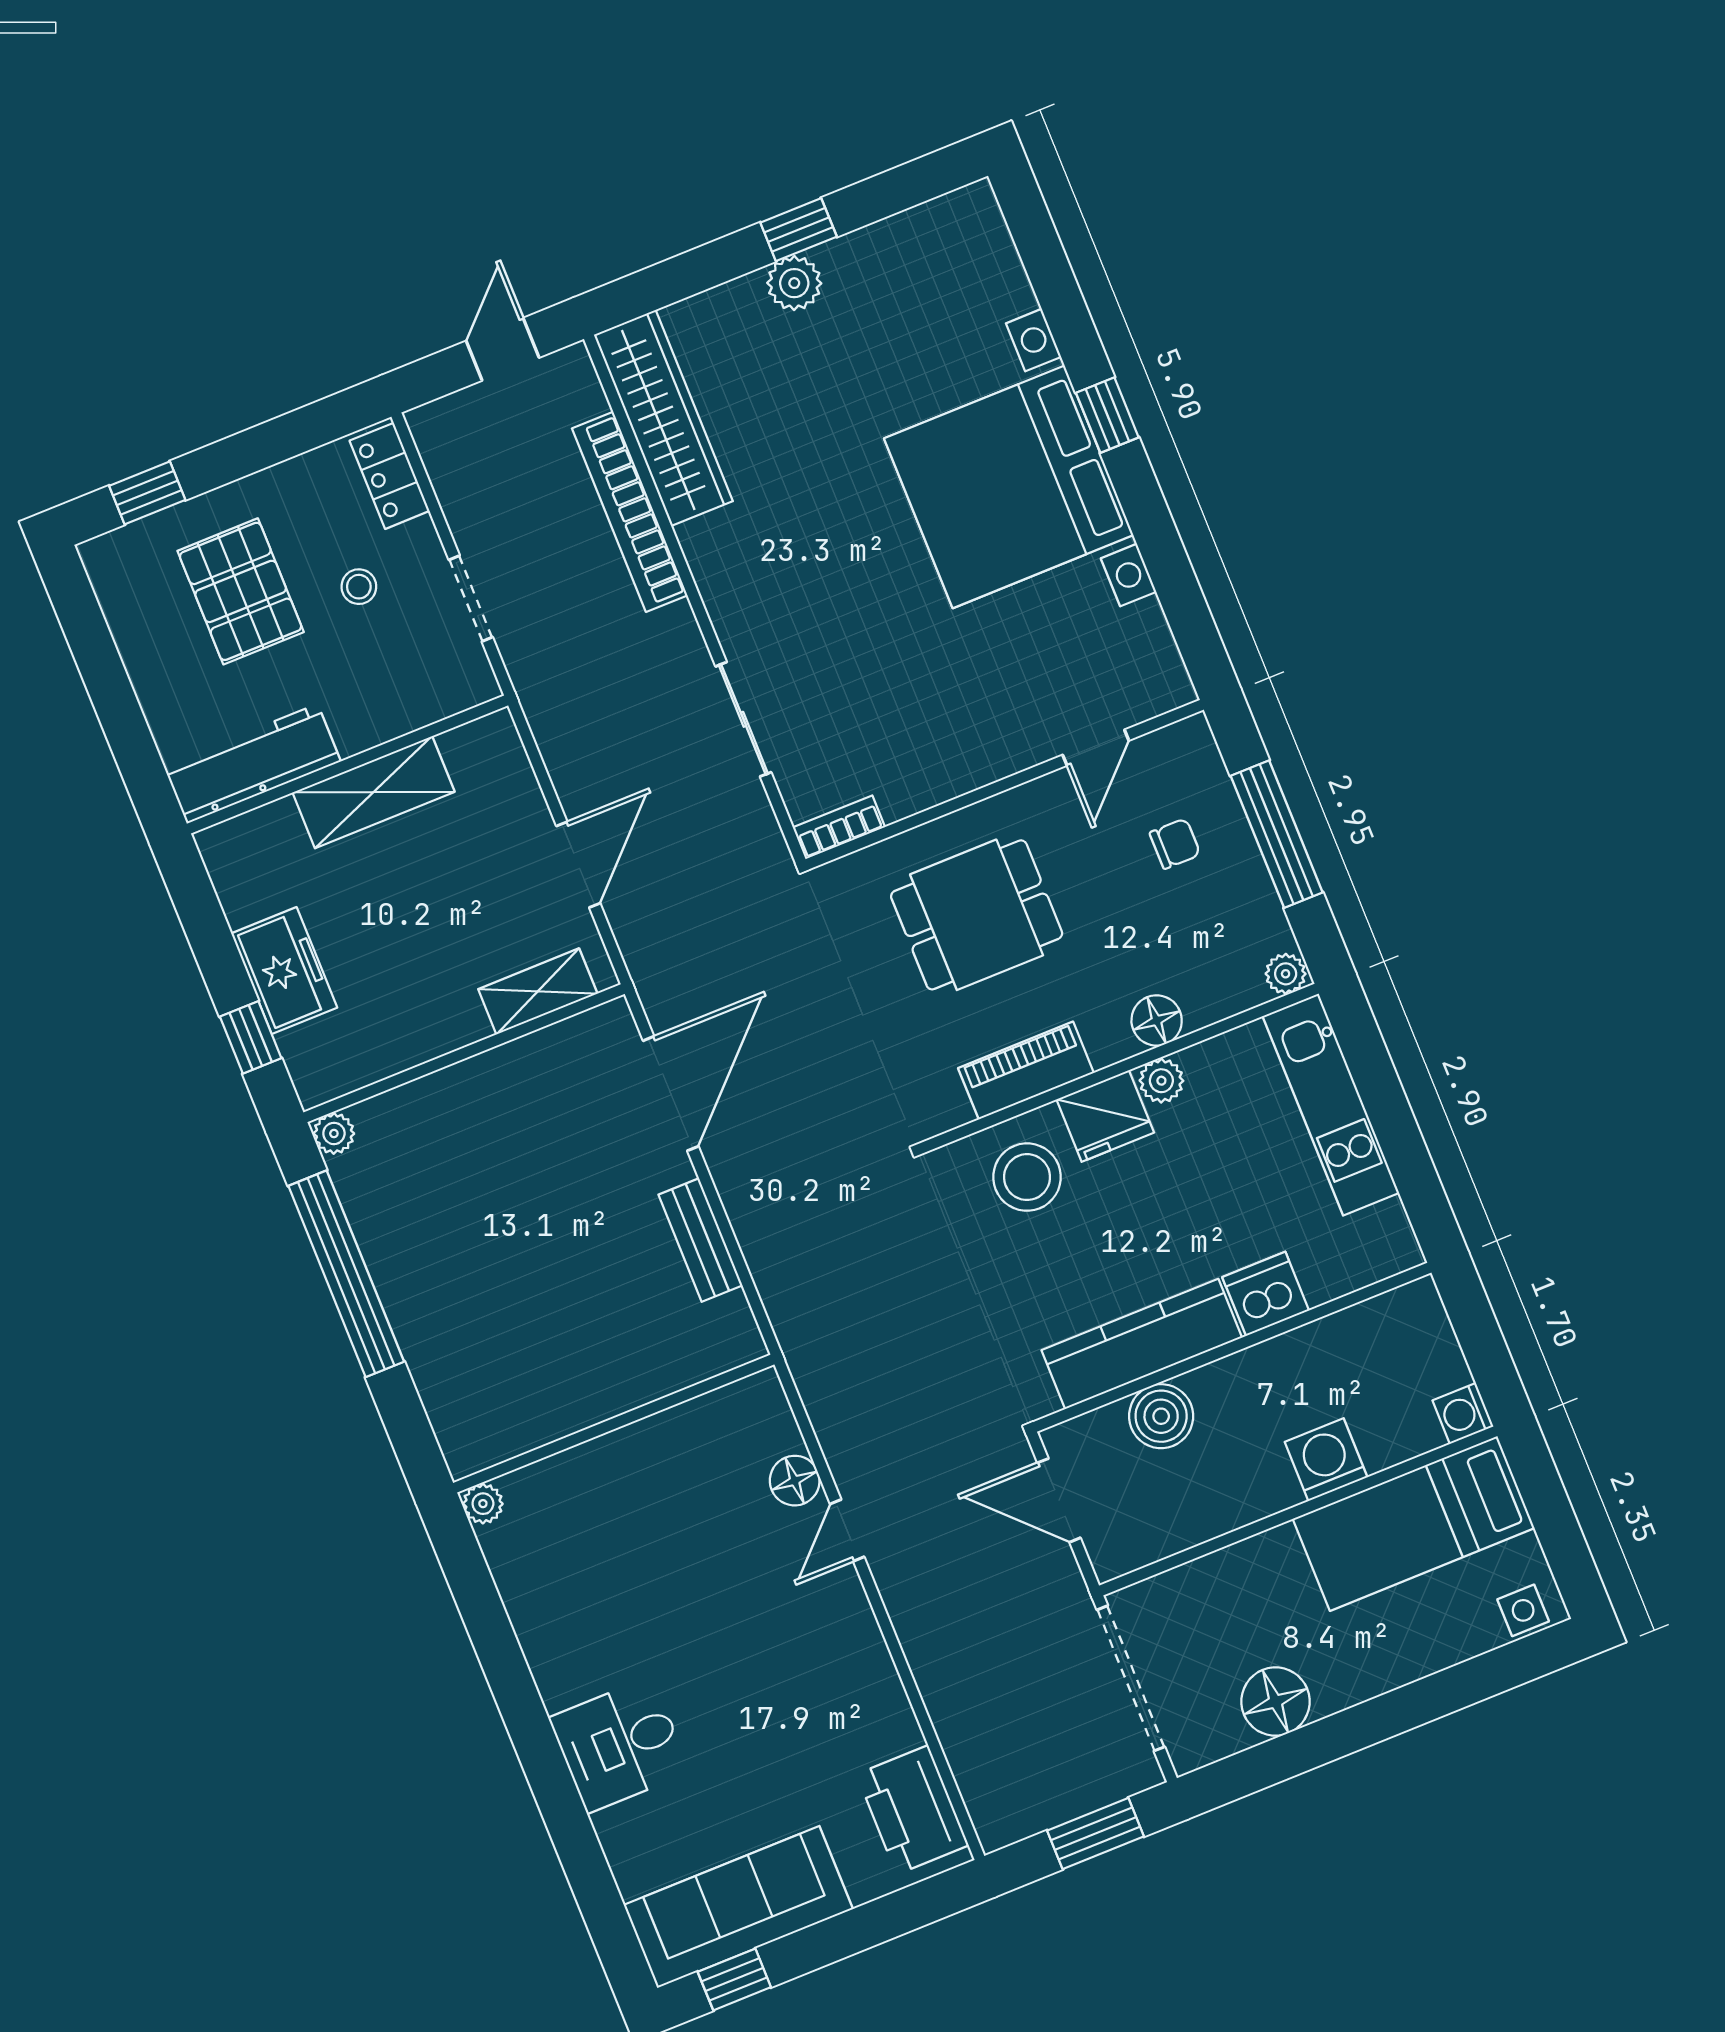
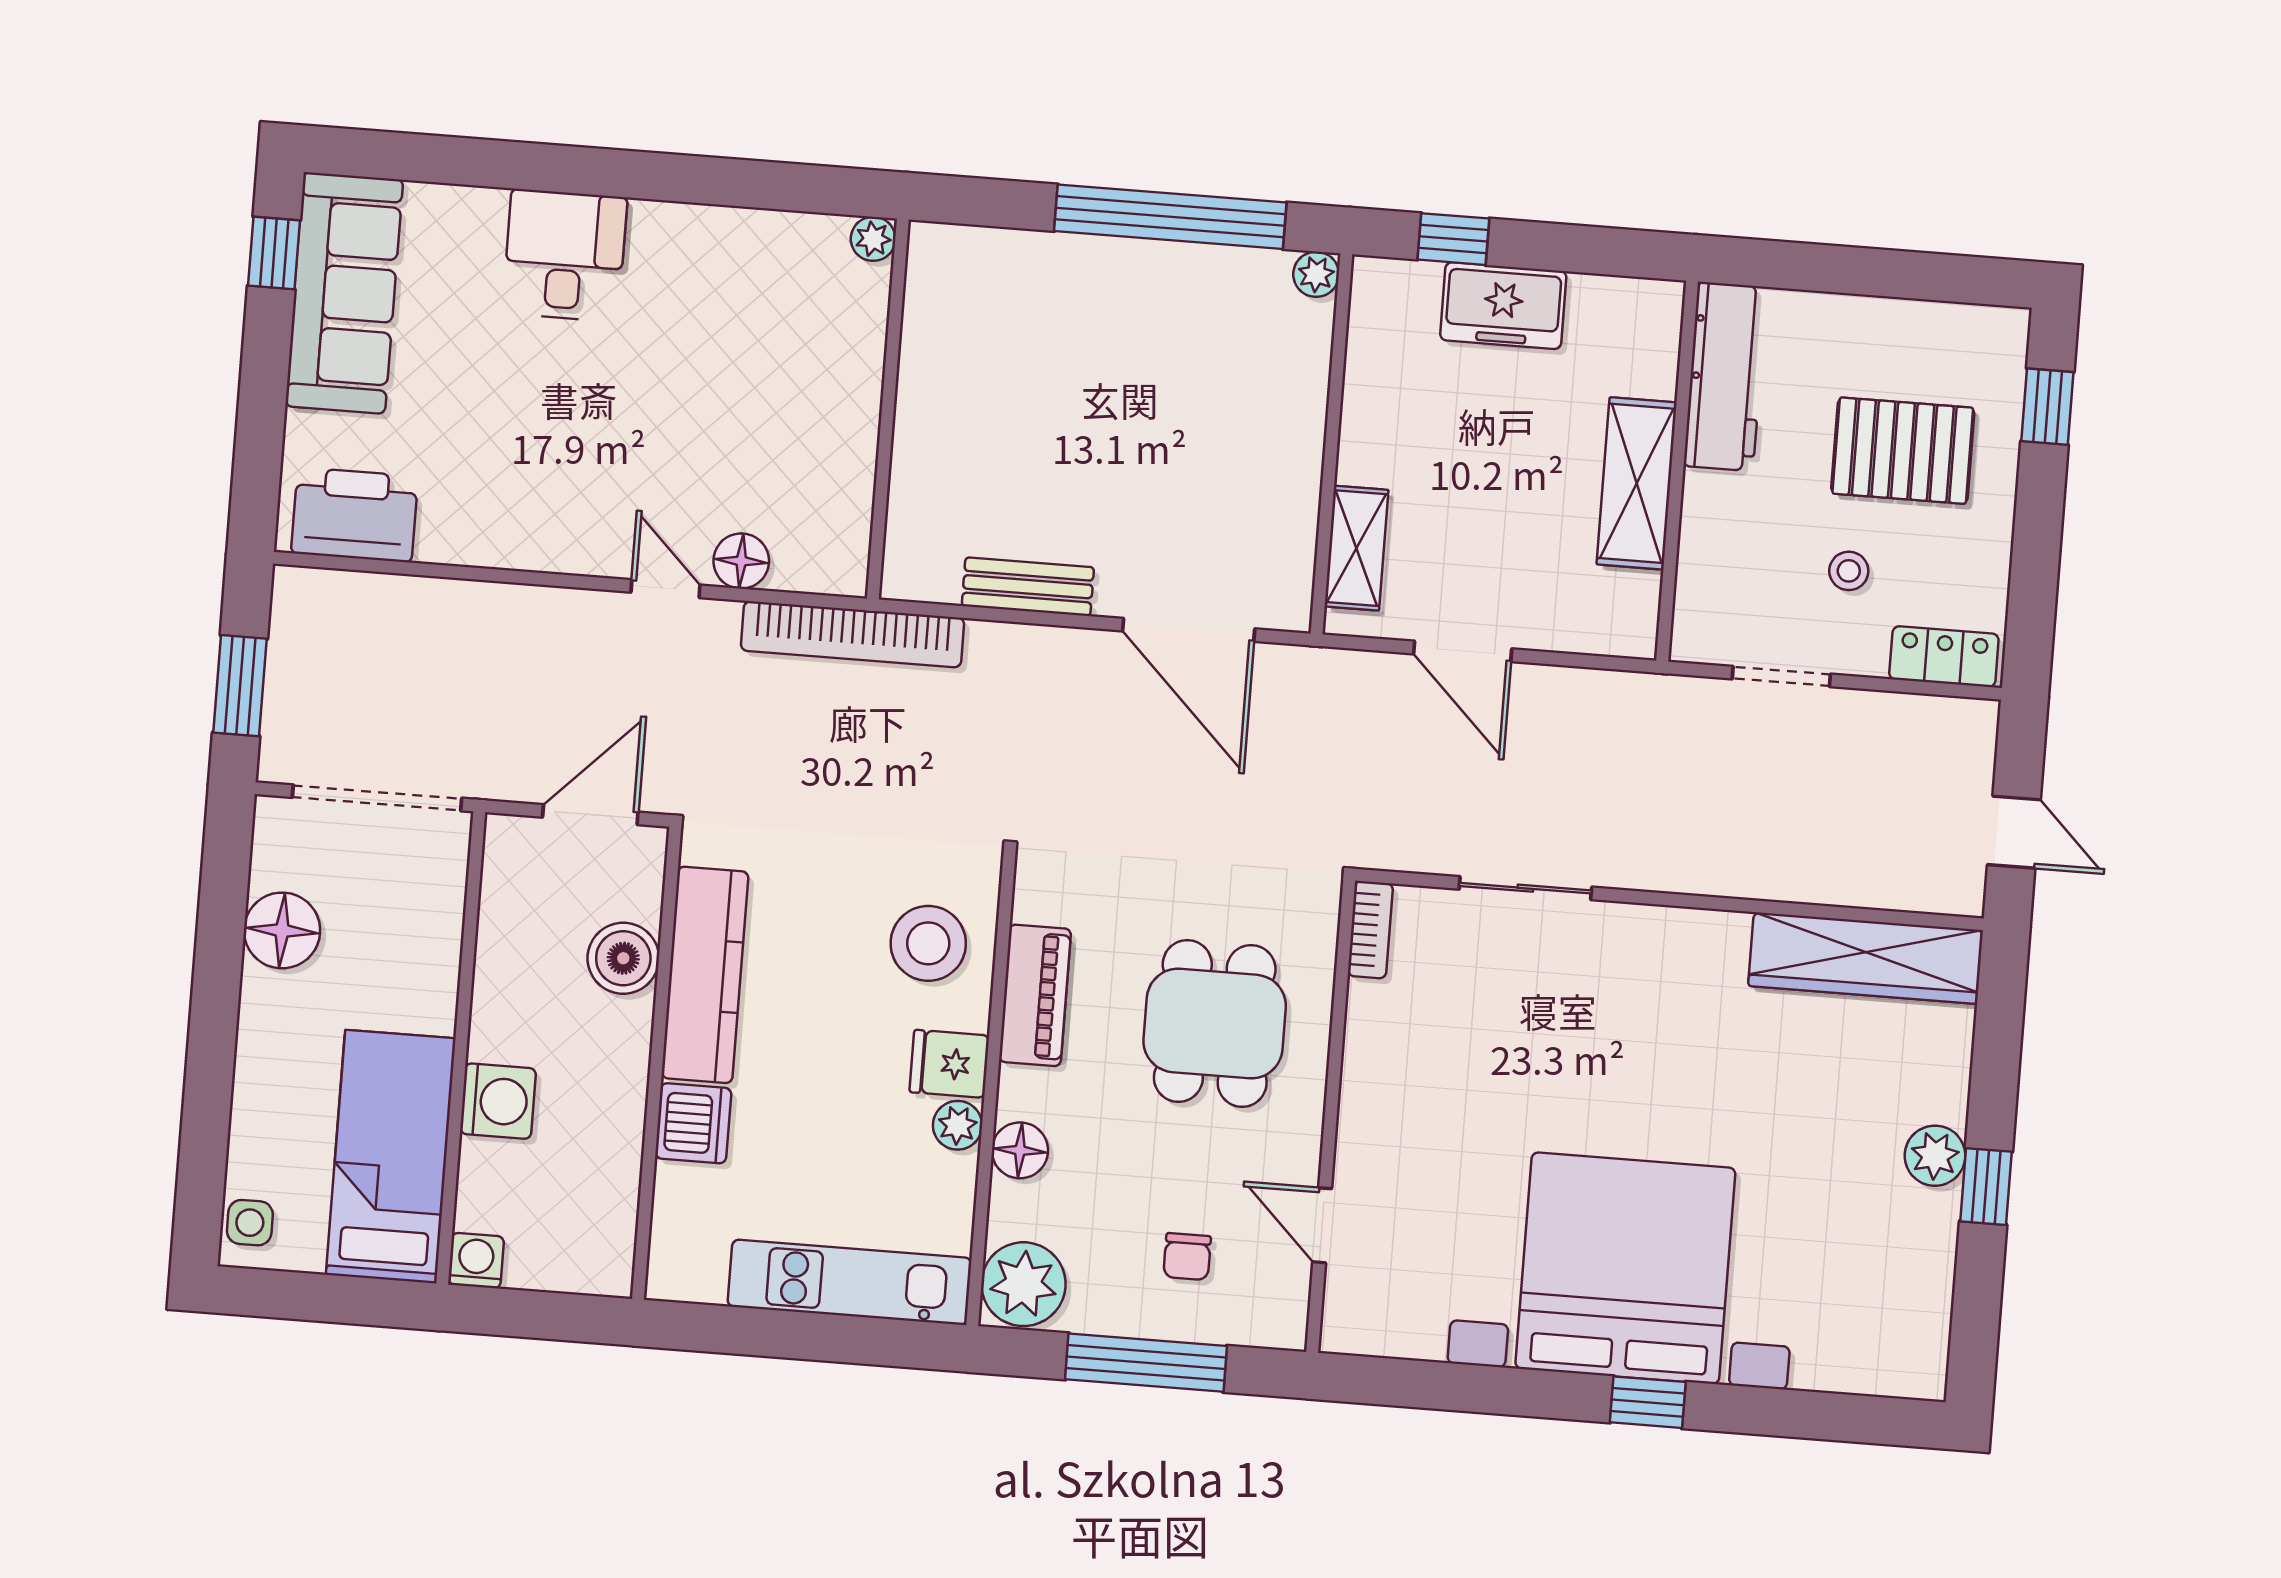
bookcase: (630, 512) -> (853, 634), moved, turned 180
plant: (1286, 974) -> (1023, 1284), width x1.88, depth x1.88
fridge: (1105, 1116) -> (949, 1064), width x0.72

